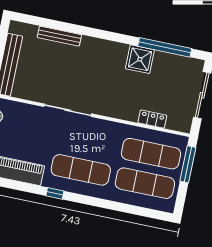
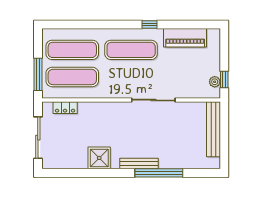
bench: (59, 36) -> (139, 164), moved
window: (165, 47) -> (159, 173), moved
locker: (152, 119) -> (65, 108), moved

